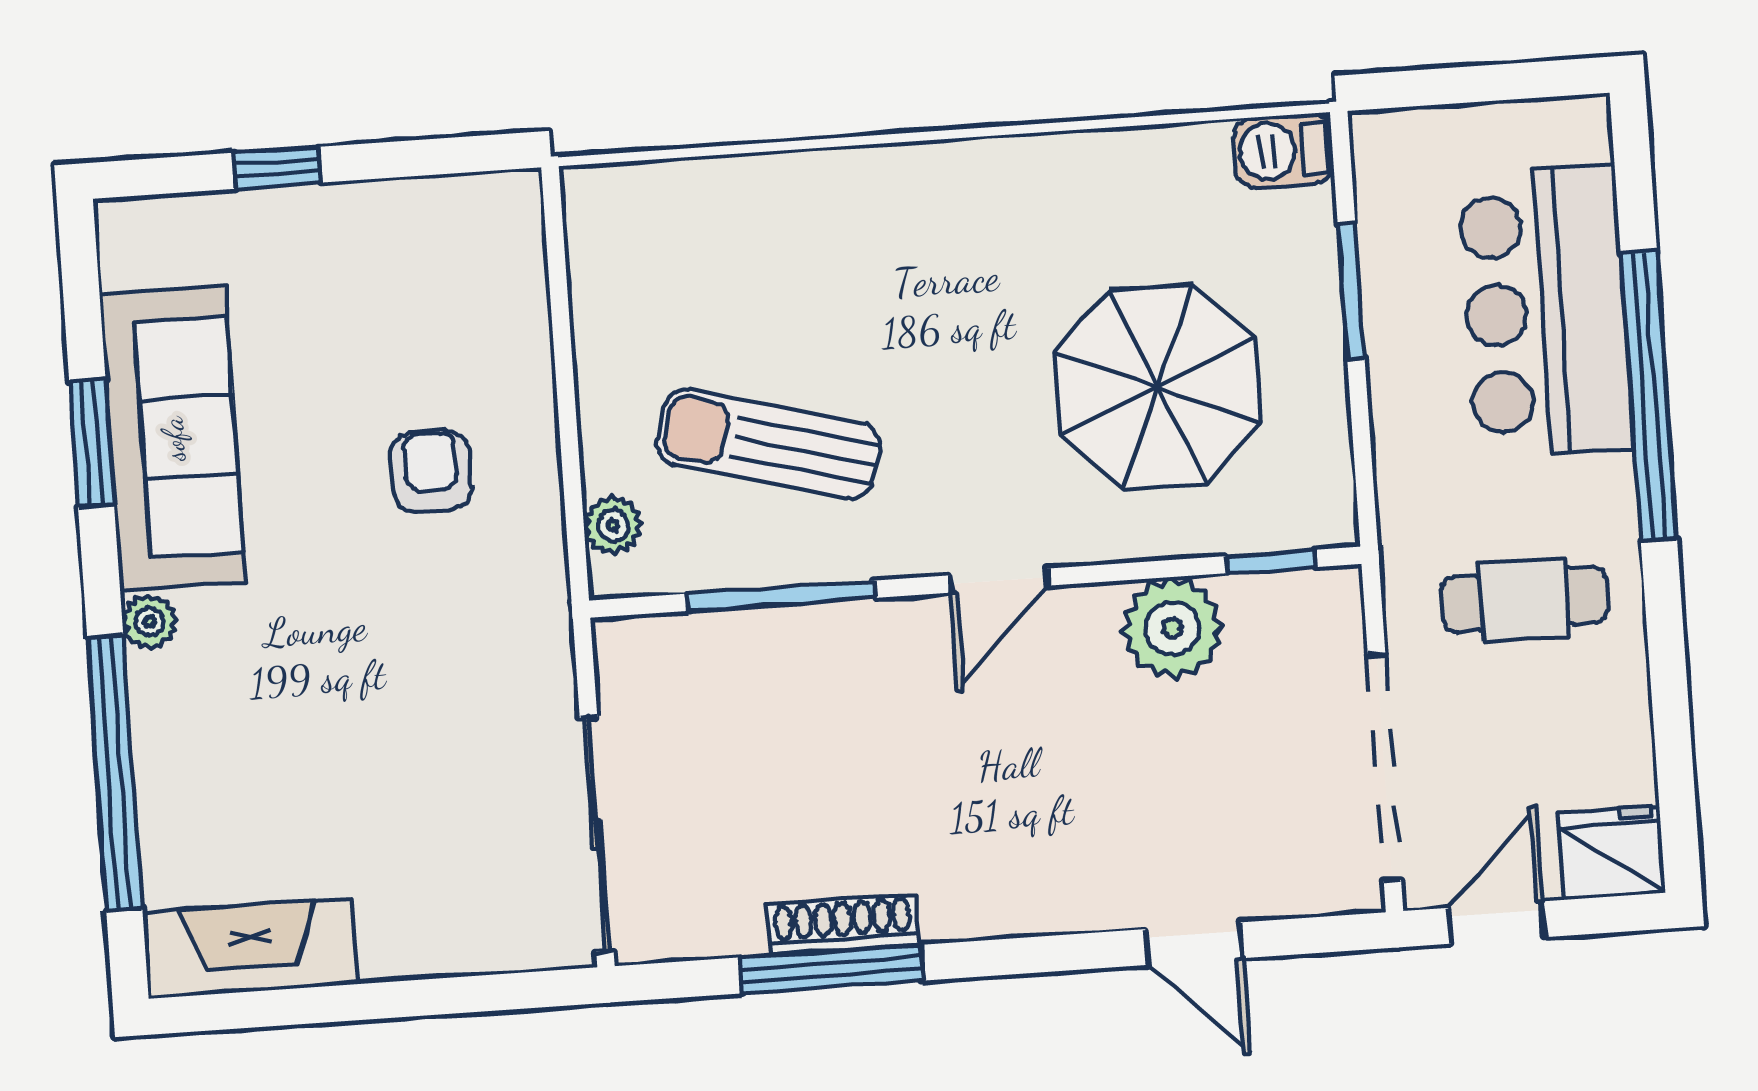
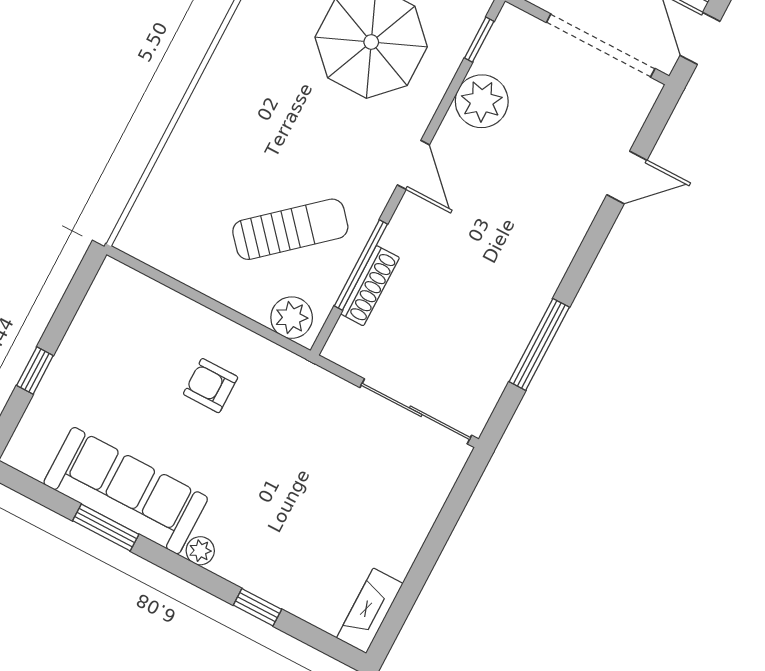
sun lounger: (768, 444) -> (290, 229), turned -146
plant: (613, 525) -> (292, 318), width x1.38, depth x1.38
window: (115, 773) -> (257, 607), width x0.32
shoe rack: (843, 925) -> (370, 286), moved, turned 180
fireplace: (250, 948) -> (370, 611), width x0.73, depth x0.76

